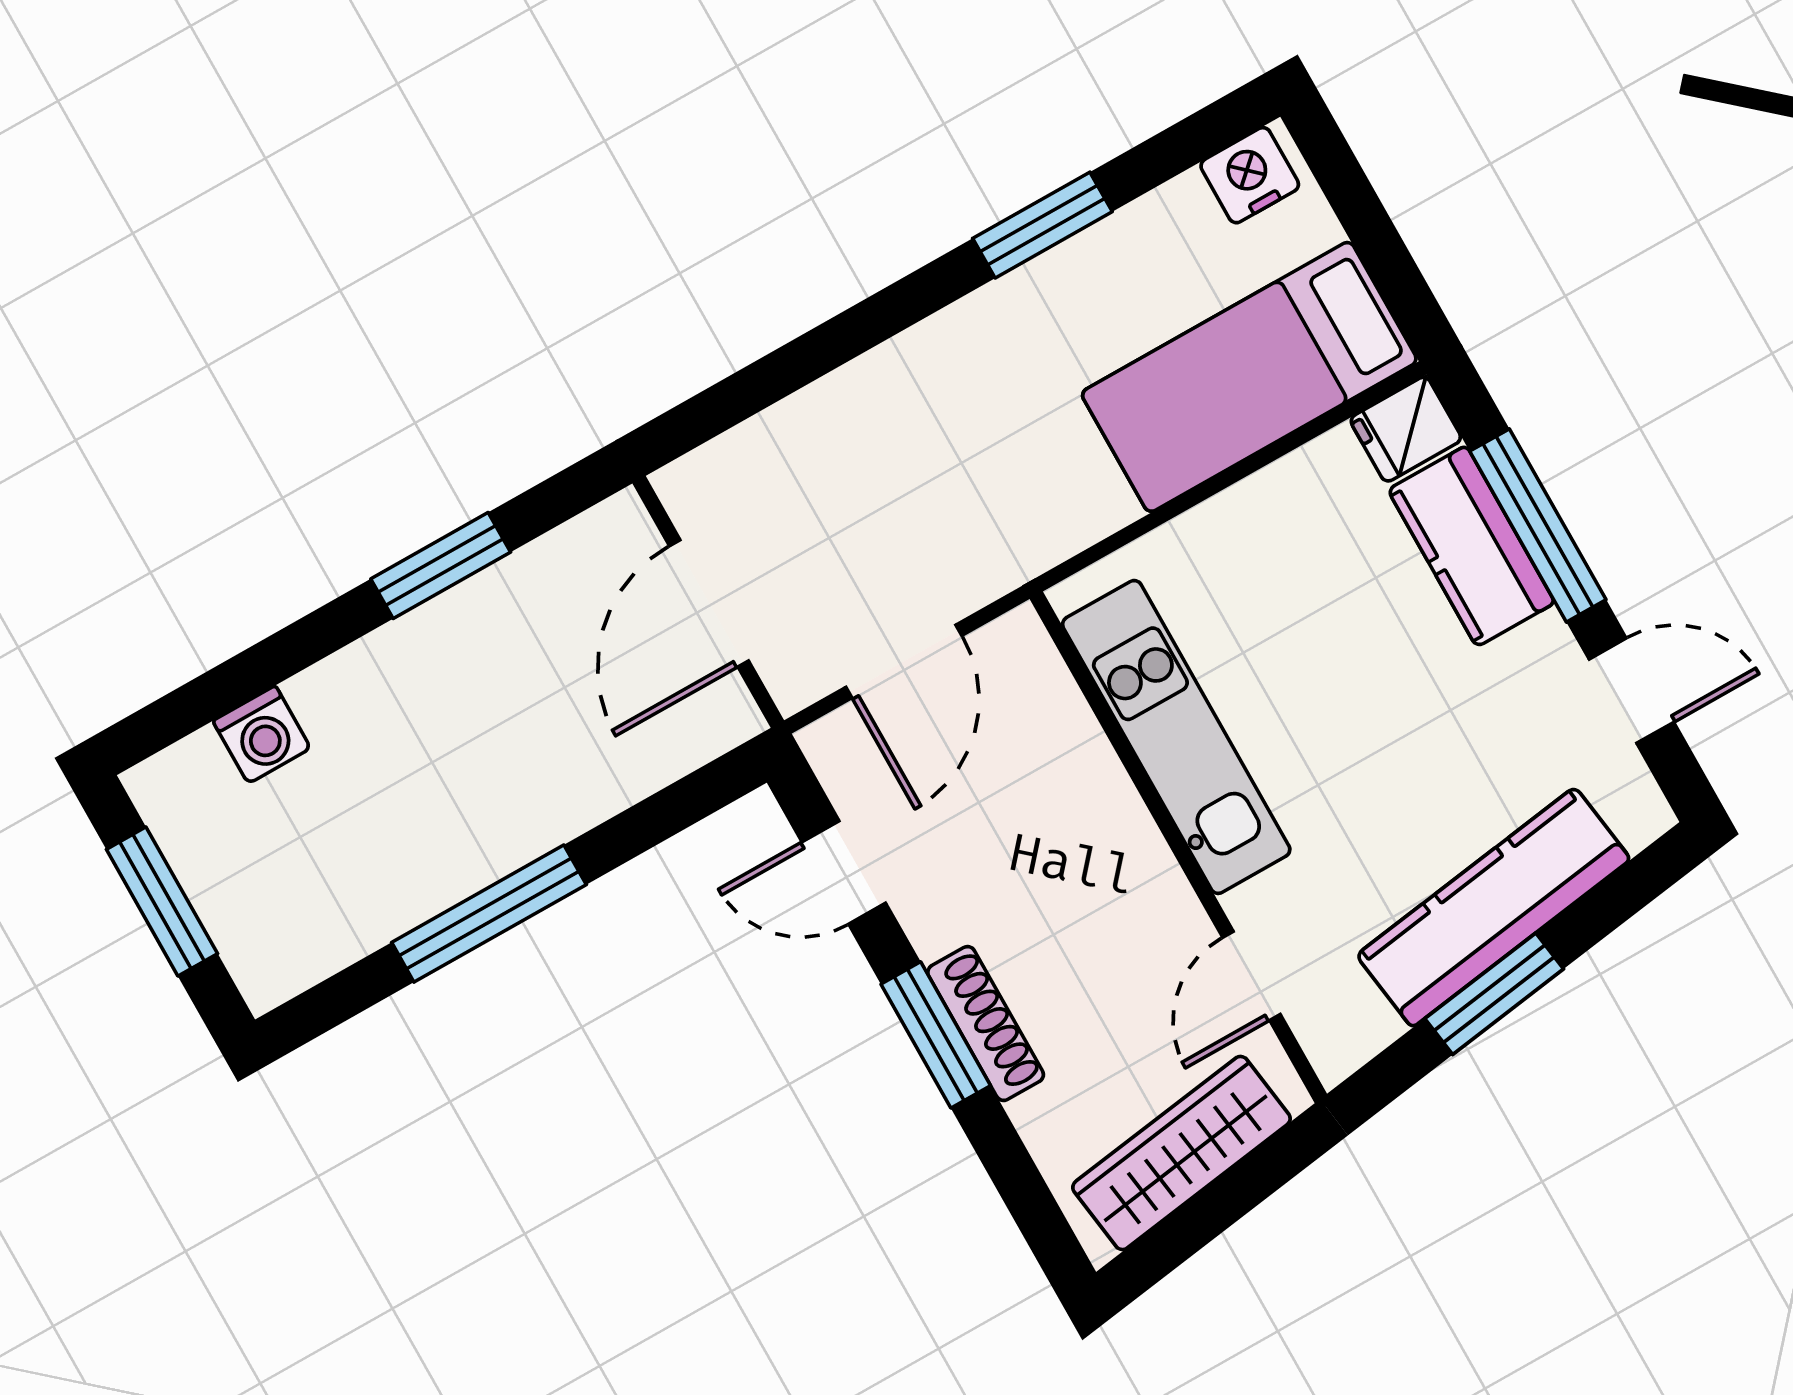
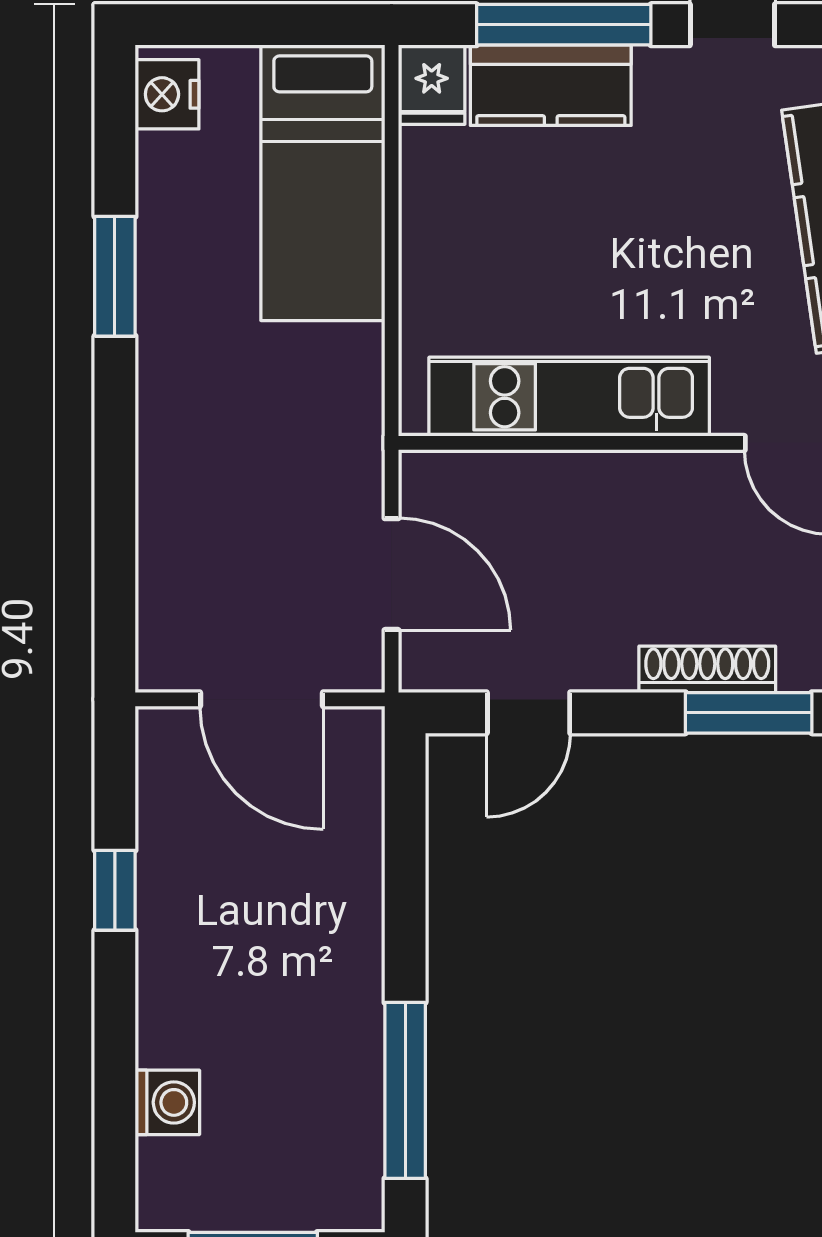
window: (441, 566) -> (115, 890), width x0.67
window: (489, 914) -> (405, 1090), moved
window: (936, 1035) -> (749, 713), moved

